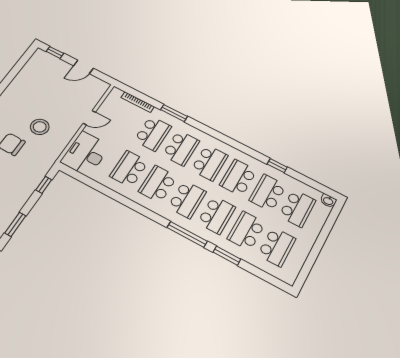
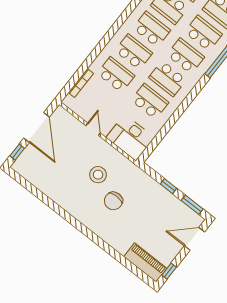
door: (83, 67) -> (37, 127), width x1.88
window: (174, 113) -> (96, 52), removed
school desk: (129, 169) -> (150, 101), turned 180
window: (44, 185) -> (168, 186), moved

